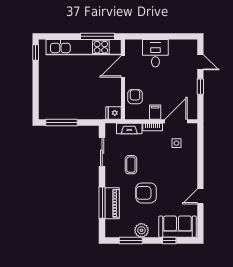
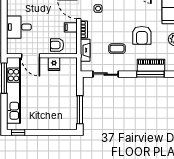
fridge: (113, 113) -> (54, 64), moved

